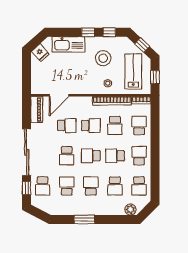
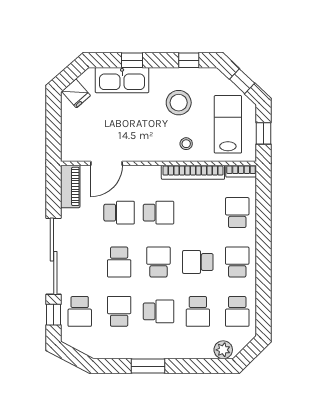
window: (88, 32) -> (132, 60), moved
school desk: (115, 126) -> (198, 213), removed
school desk: (91, 156) -> (158, 262), turned 90
school desk: (91, 186) -> (158, 311), turned 90

